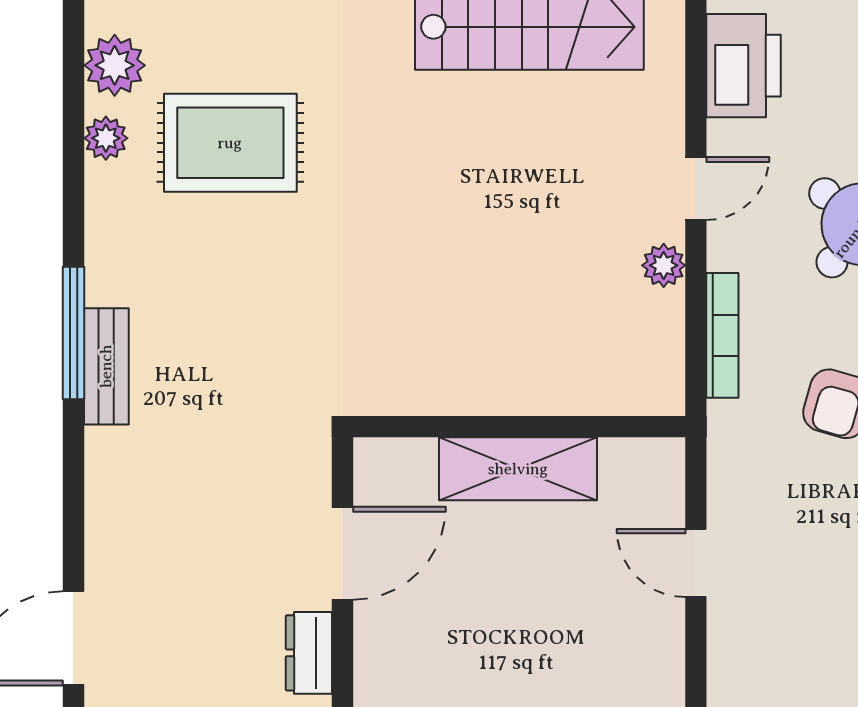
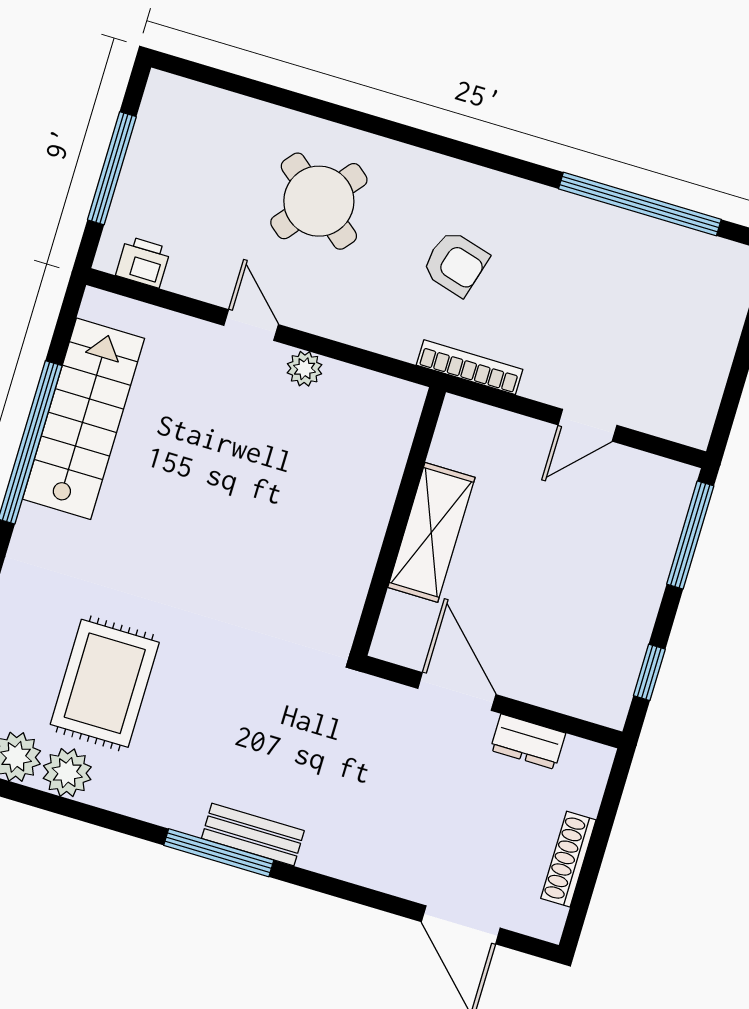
printer: (744, 66) -> (143, 262), width x0.53, depth x0.68
plant: (106, 138) -> (67, 773), width x1.38, depth x1.38
bookcase: (722, 335) -> (470, 367), moved
door: (696, 563) -> (587, 425), moved

